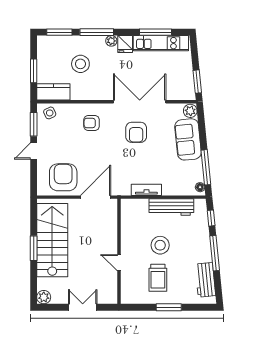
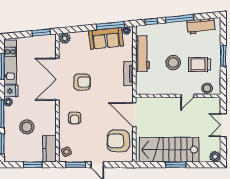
sofa: (188, 139) -> (106, 38), moved
trolley: (158, 278) -> (199, 64), turned 180
stool: (128, 287) -> (207, 88), added

